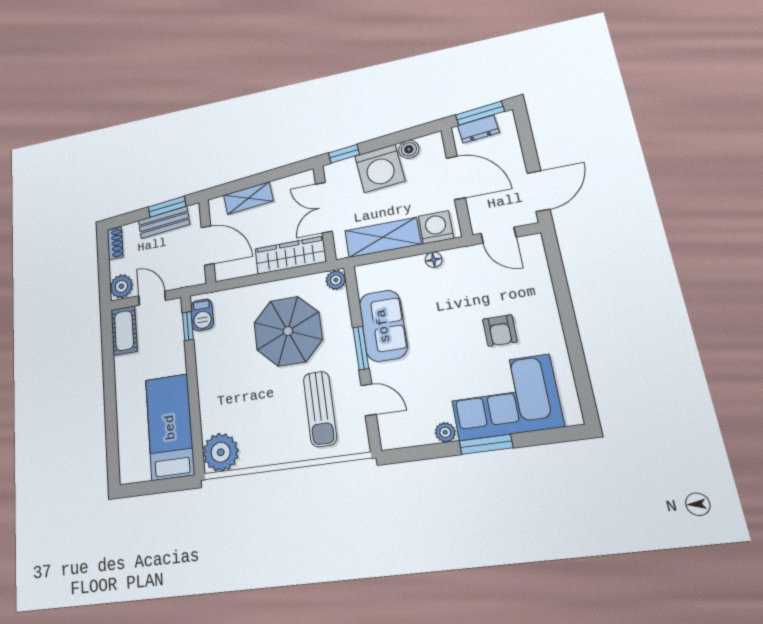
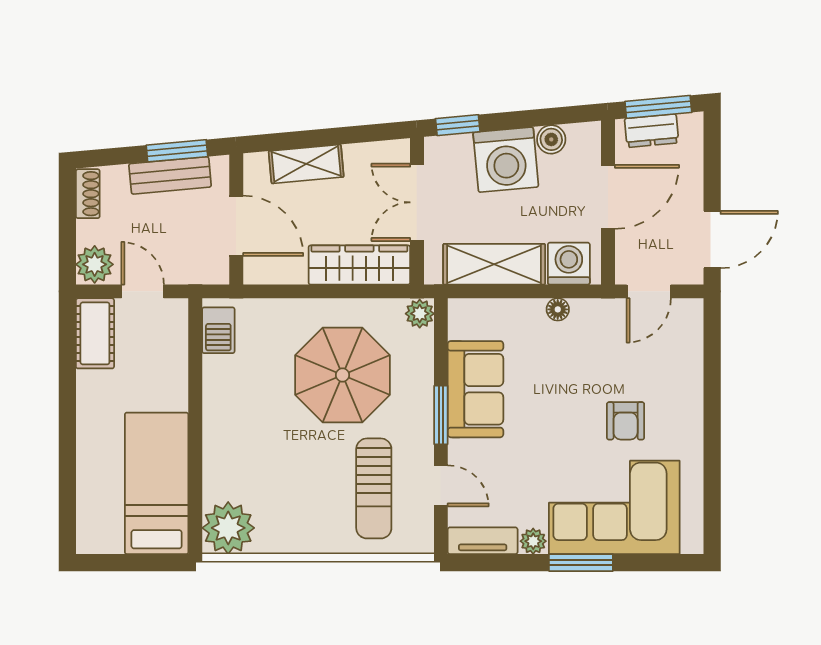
door: (456, 178) -> (608, 197), hinge flipped
door: (499, 235) -> (649, 291), hinge flipped
window: (188, 326) -> (195, 343), removed
tv unit: (406, 437) -> (483, 541), added

